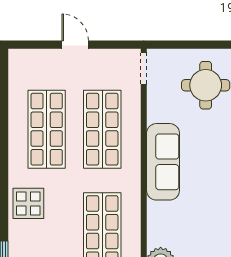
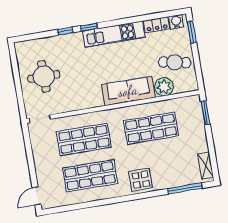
door: (75, 45) -> (37, 196), moved
sofa: (163, 162) -> (128, 91), moved

